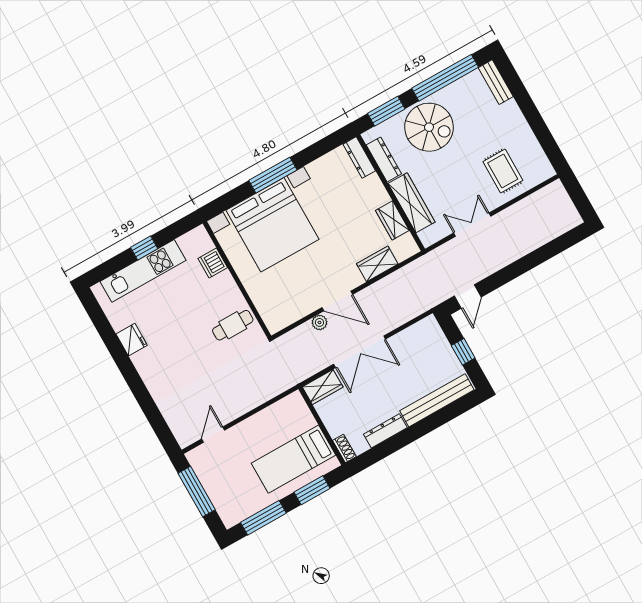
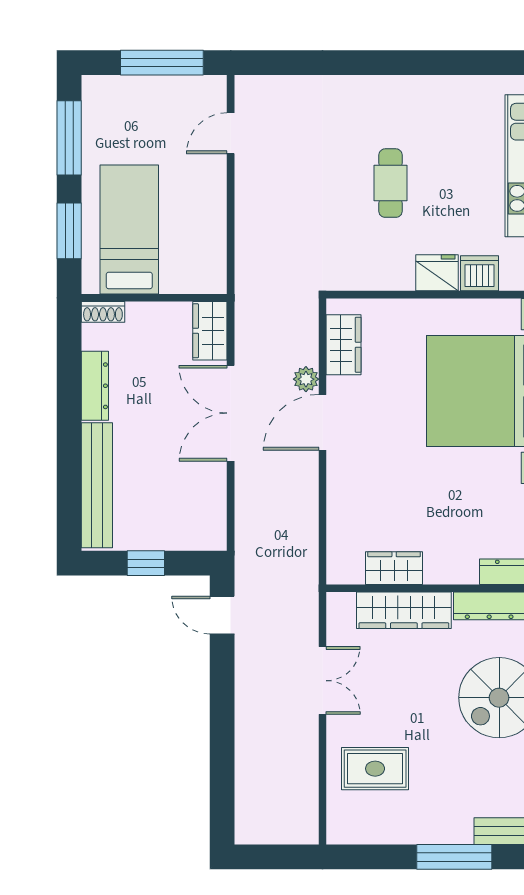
window: (526, 103) -> (454, 857), added
wardrobe: (377, 264) -> (344, 345), moved
cafe table: (233, 325) -> (391, 183), moved
fridge: (132, 340) -> (437, 273), moved, turned 180
door: (213, 435) -> (231, 133), swing flipped

